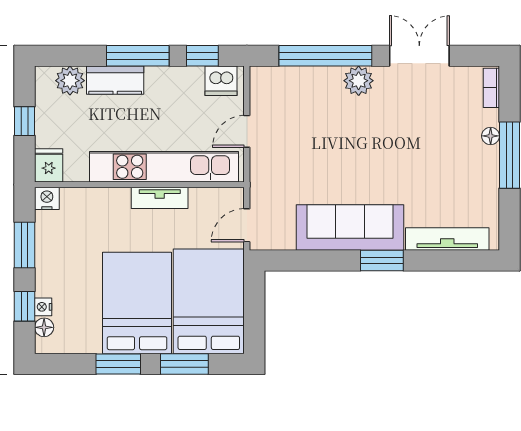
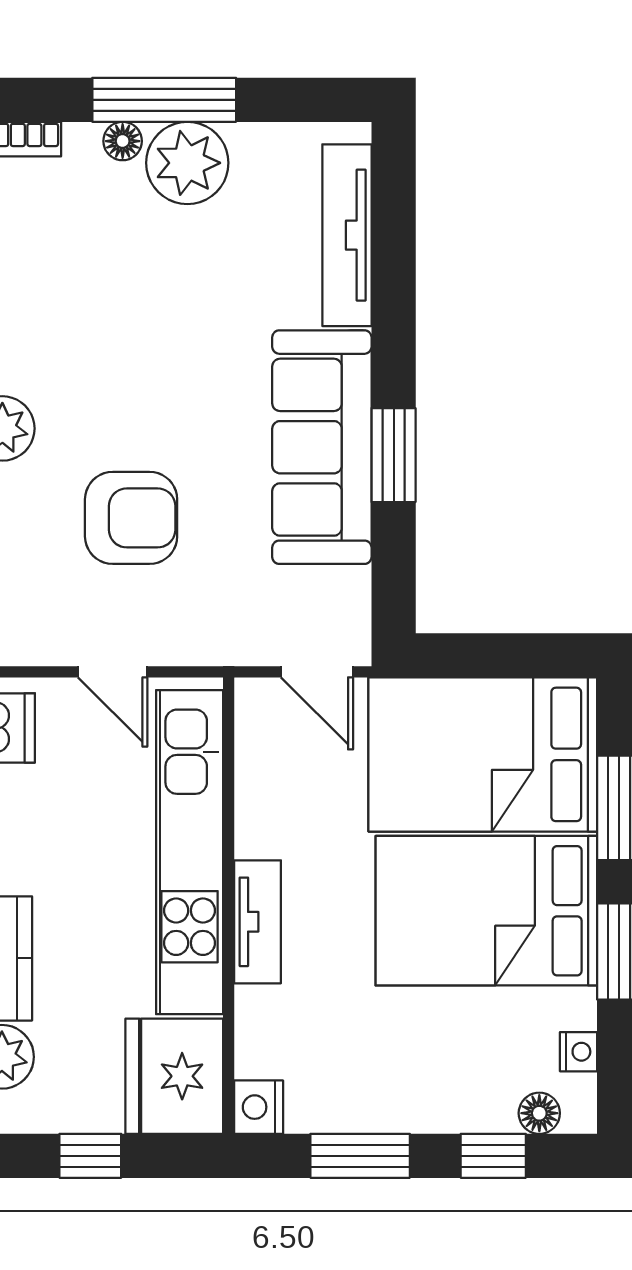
armchair: (317, 140) -> (131, 518), added
fridge: (49, 165) -> (174, 1076), width x1.88, depth x1.34
plant: (480, 166) -> (187, 163), added
tv unit: (160, 198) -> (257, 922), moved
window: (382, 260) -> (394, 455), moved
nightstand: (43, 307) -> (578, 1052), moved, turned -90

